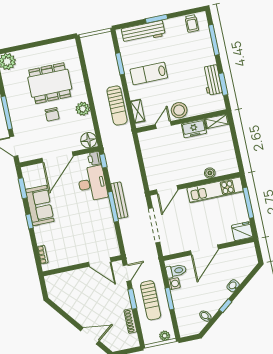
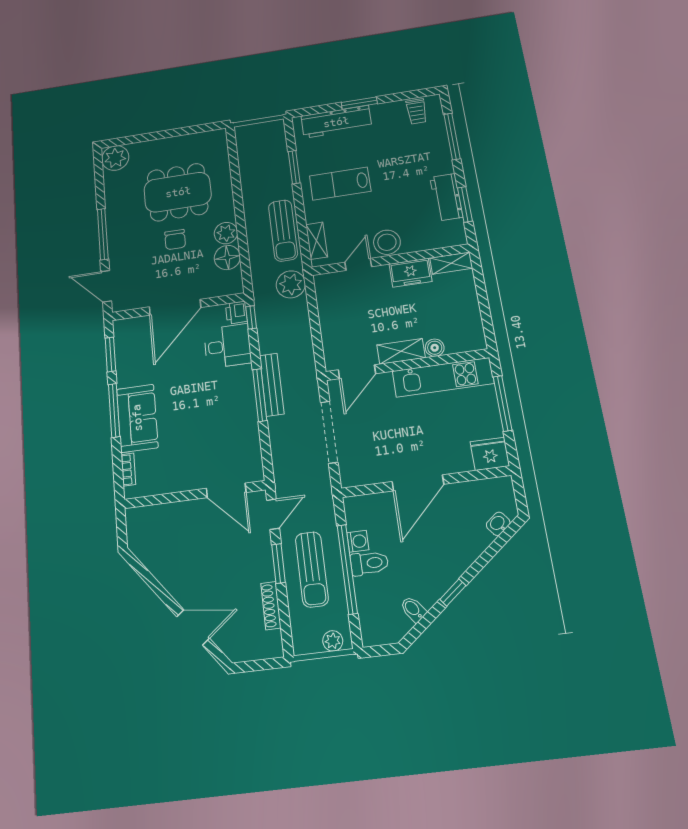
plant: (125, 139) -> (291, 284), added
floor lamp: (89, 140) -> (227, 258), moved
shelving: (191, 176) -> (401, 351), added
desk: (92, 183) -> (228, 346), width x0.73
sofa: (40, 205) -> (137, 418), moved
window: (30, 221) -> (114, 410), width x2.17
toilet: (176, 271) -> (369, 563), moved
washbasin: (233, 286) -> (498, 524), moved
window: (169, 299) -> (347, 569), width x2.11

